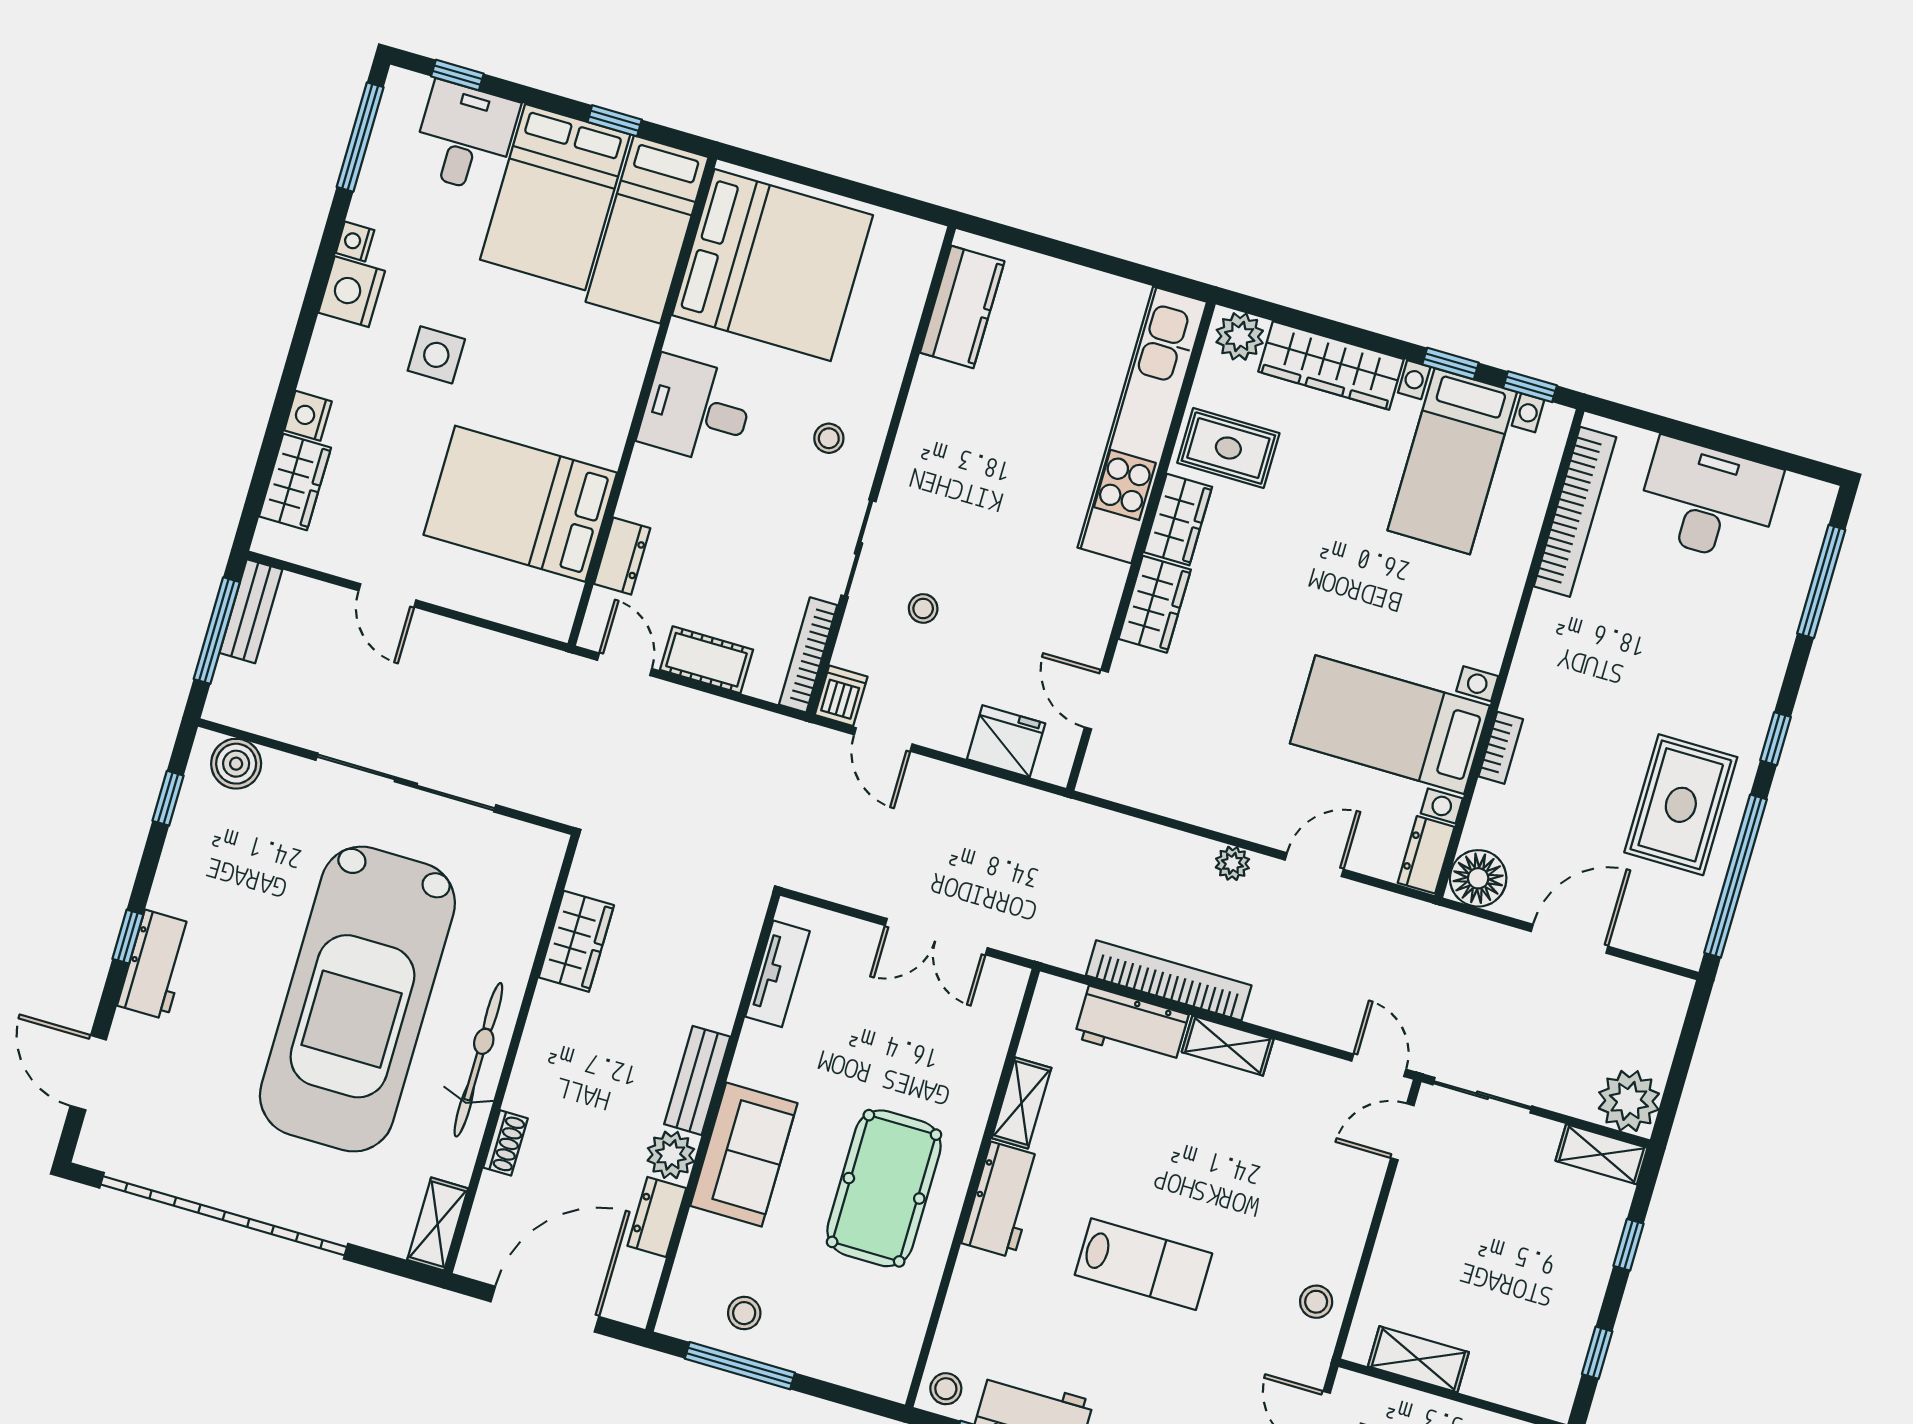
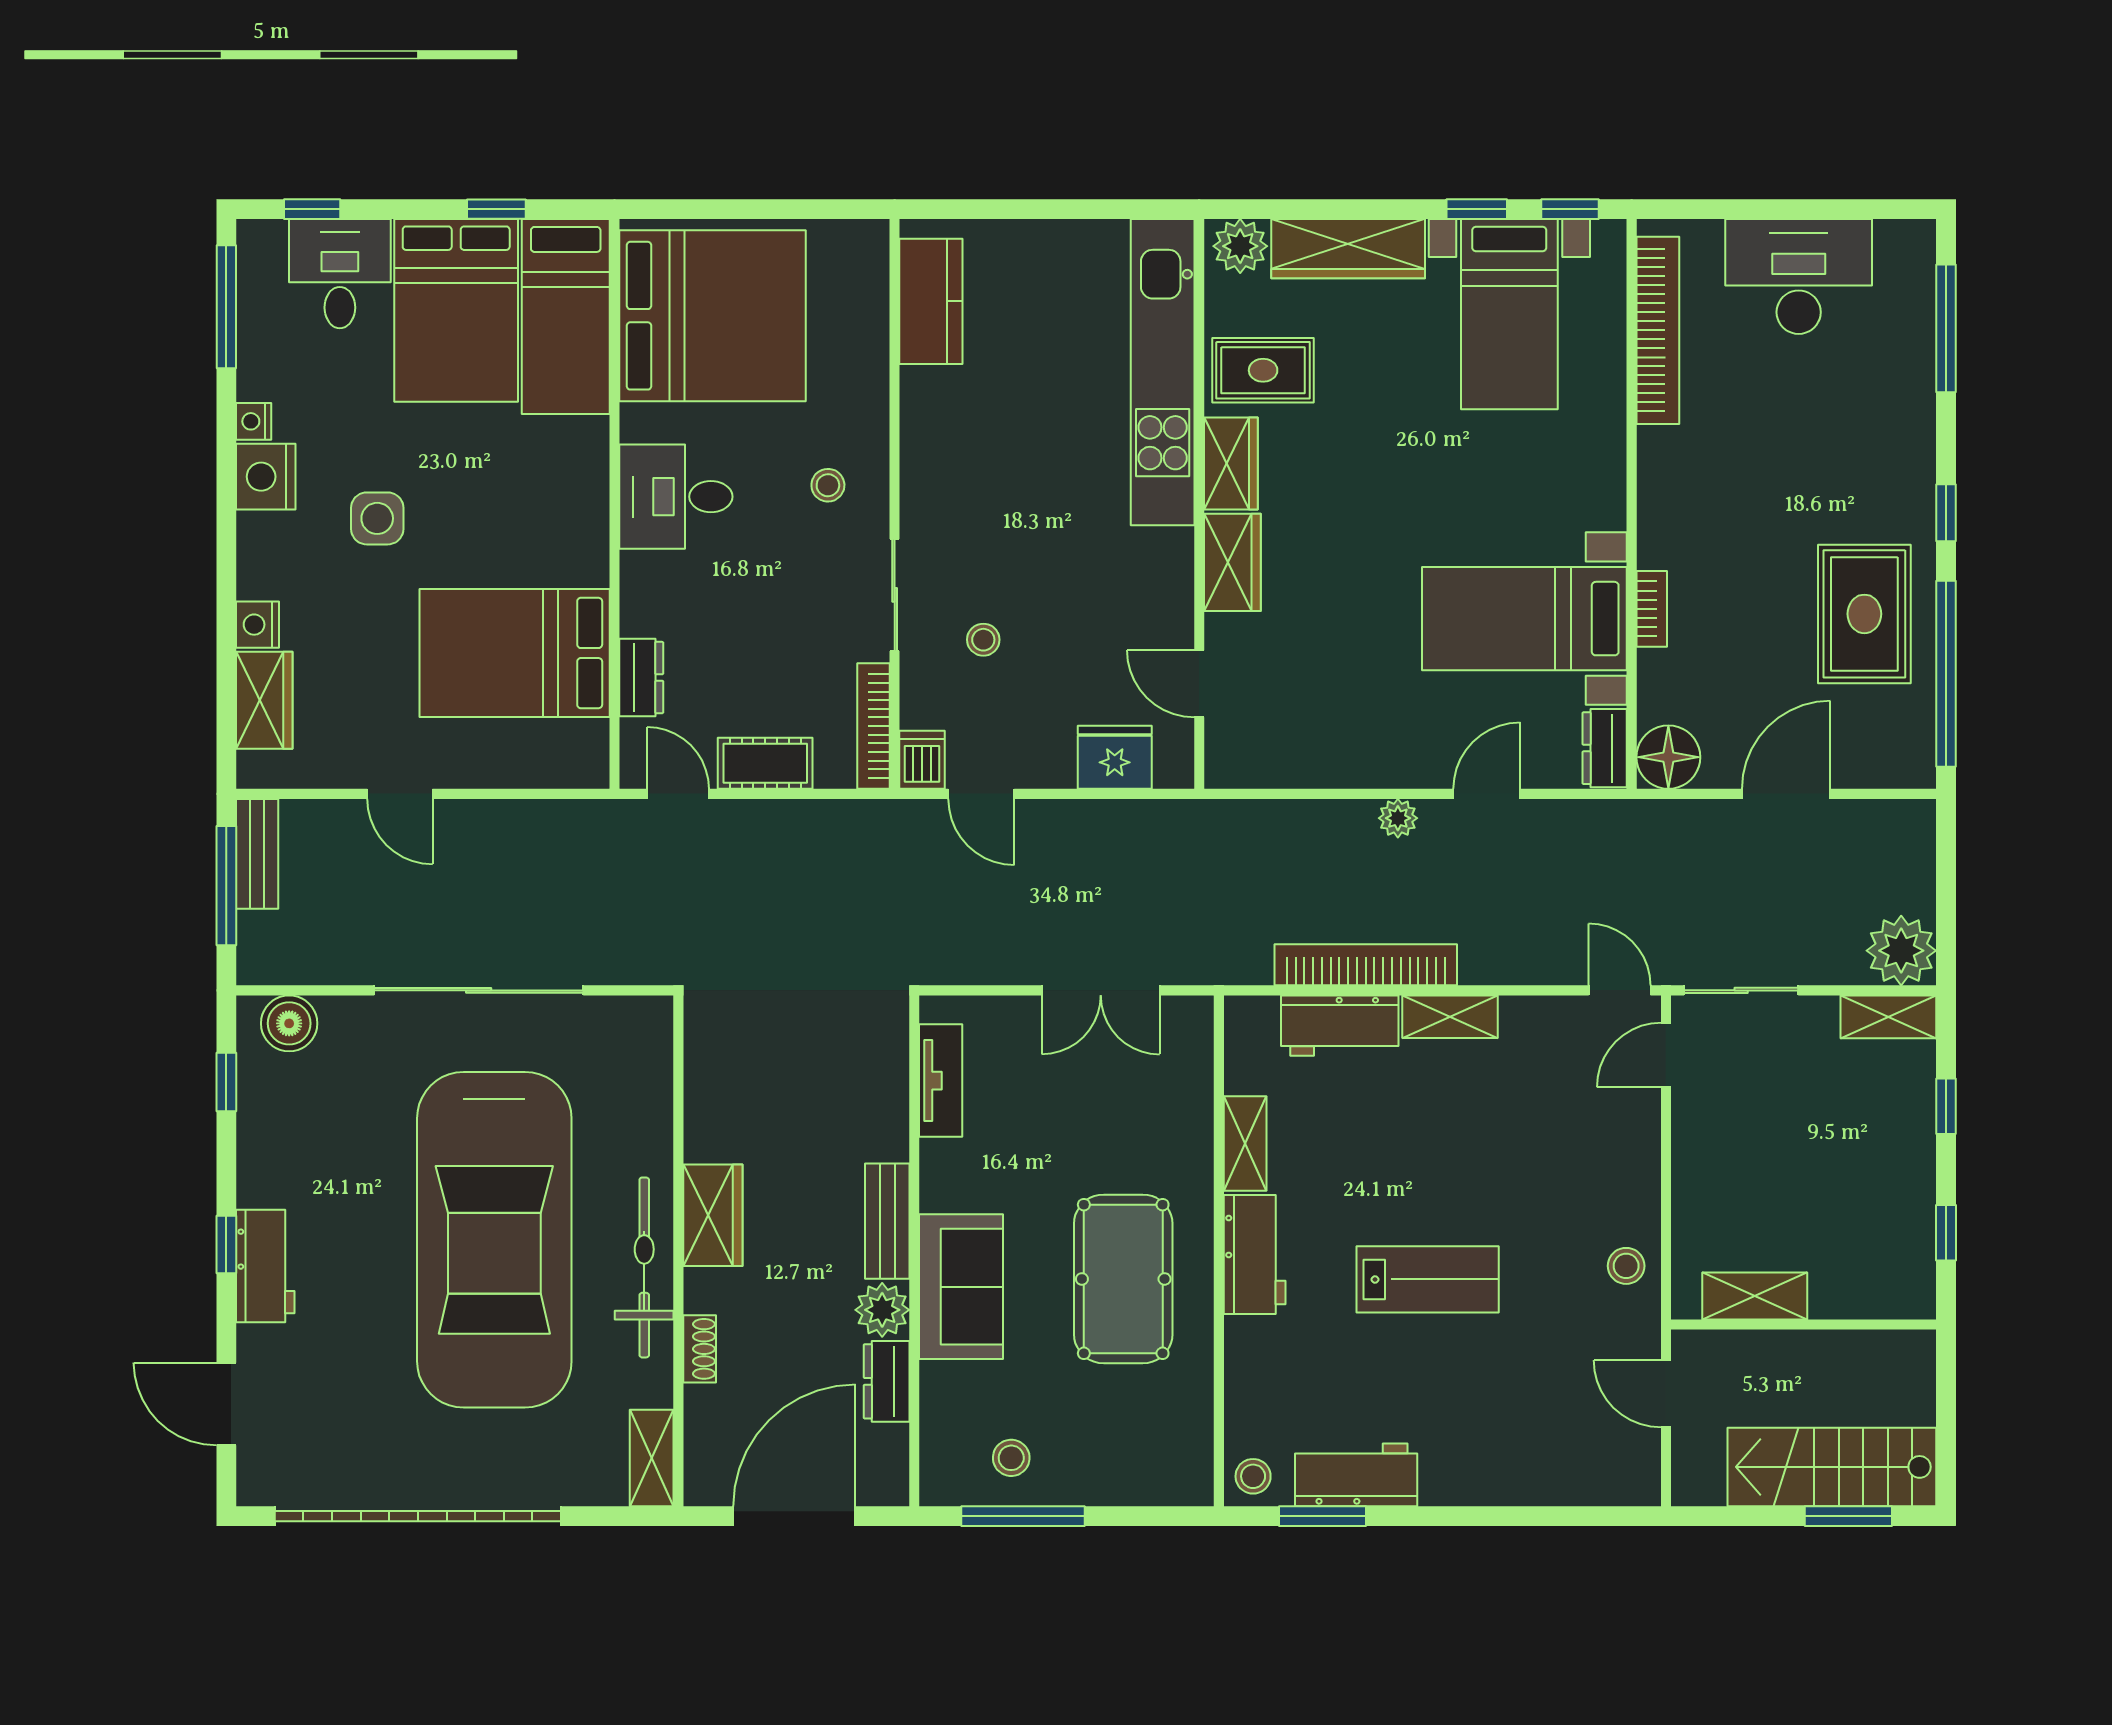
wardrobe: (576, 941) -> (713, 1215), moved

